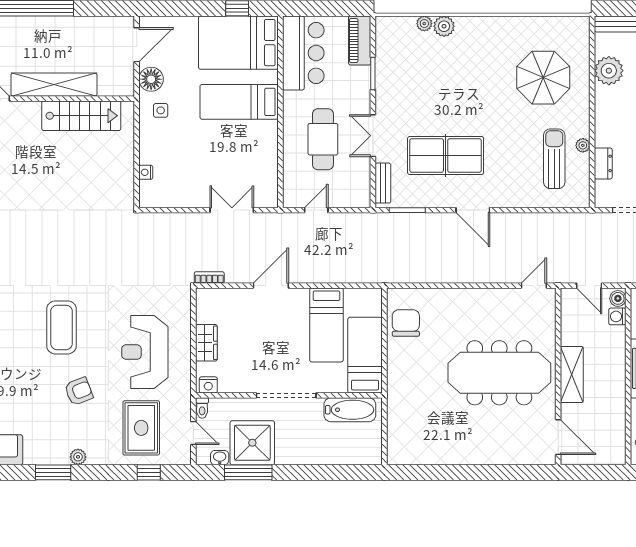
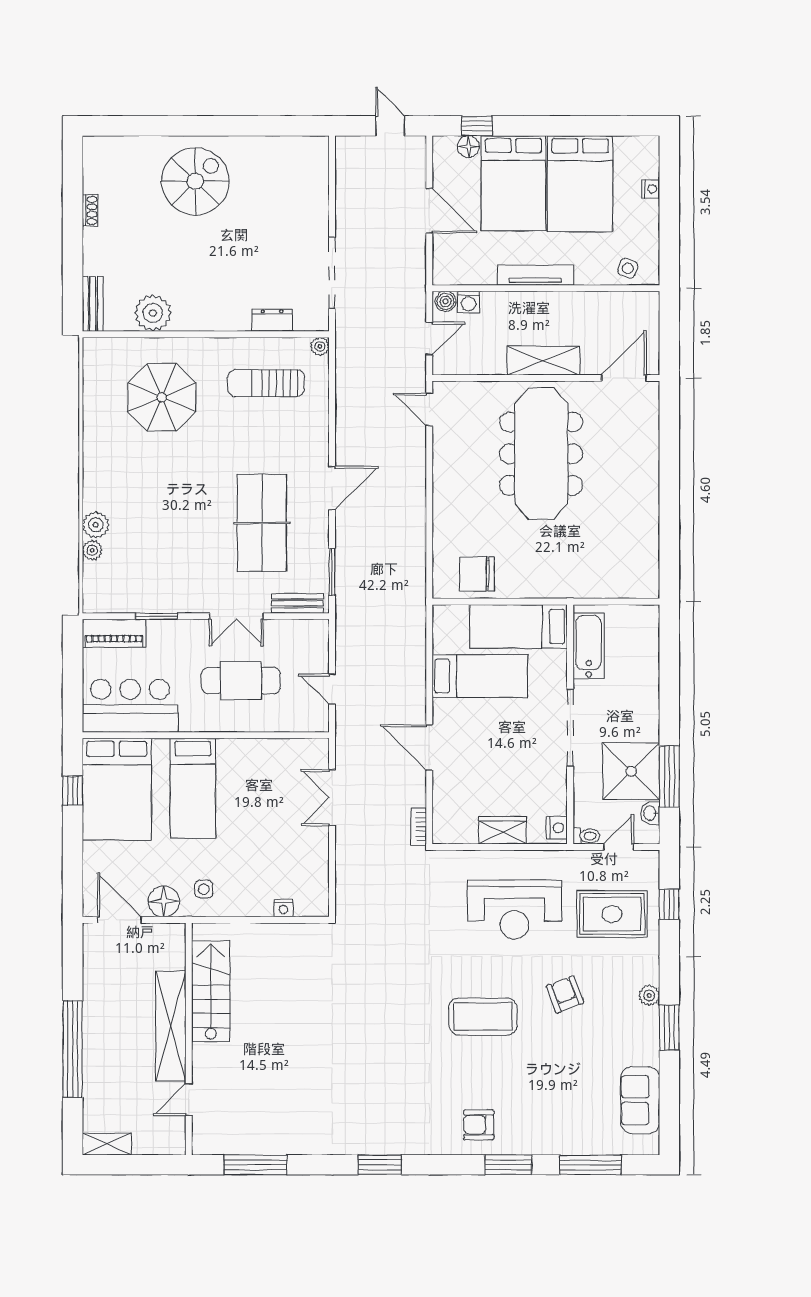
plant: (583, 145) -> (320, 346), moved

